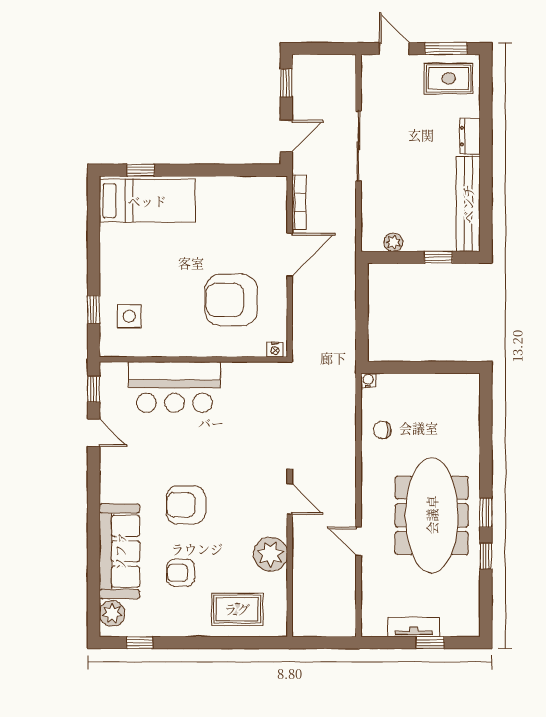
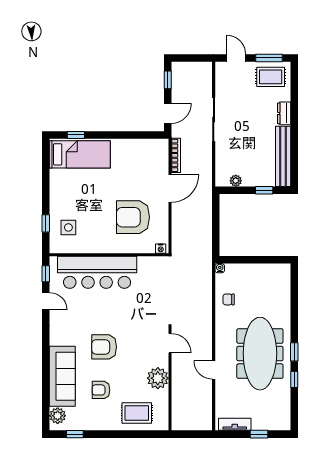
bar counter: (174, 387) -> (97, 272), width x1.36
tv unit: (414, 627) -> (235, 424), moved

